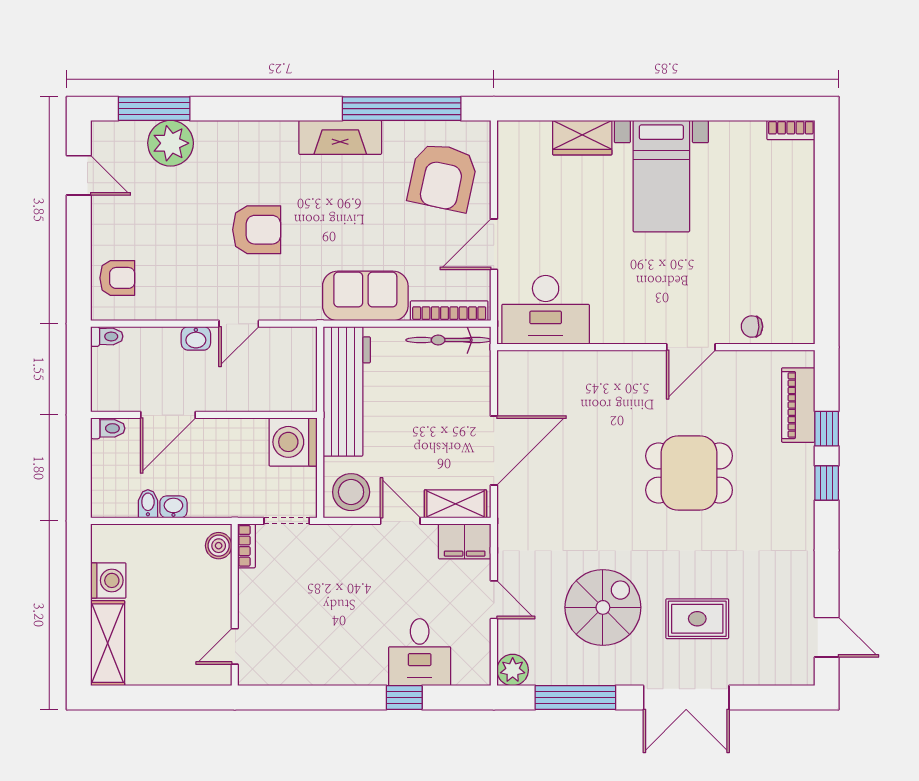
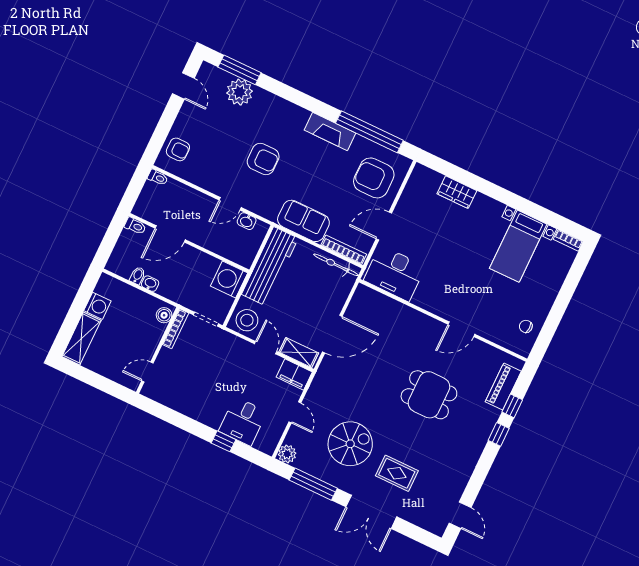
bed with nightstands: (661, 176) -> (518, 246), moved
armchair: (443, 177) -> (374, 178), turned 78
chair: (752, 327) -> (526, 326), moved
washbasin: (196, 338) -> (247, 221), moved
bookcase: (247, 546) -> (176, 329), width x1.56

